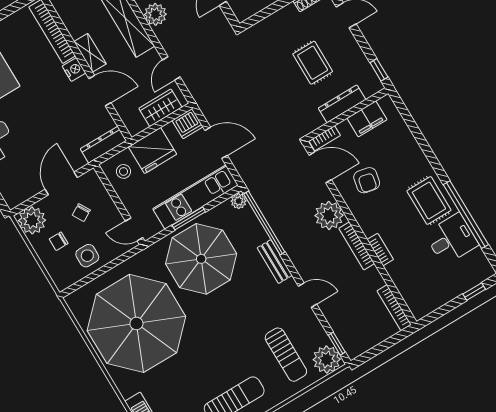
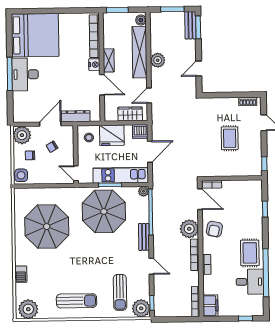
dresser: (342, 104) -> (233, 171), removed
filing cabinet: (367, 119) -> (210, 306), moved, turned -90
window: (415, 130) -> (265, 209), added
door: (216, 143) -> (150, 152), hinge flipped
dresser: (103, 145) -> (76, 116), moved
armchair: (367, 180) -> (214, 229), moved
side table: (87, 256) -> (21, 175), moved
parasol: (136, 323) -> (47, 227), width x0.73, depth x0.73

